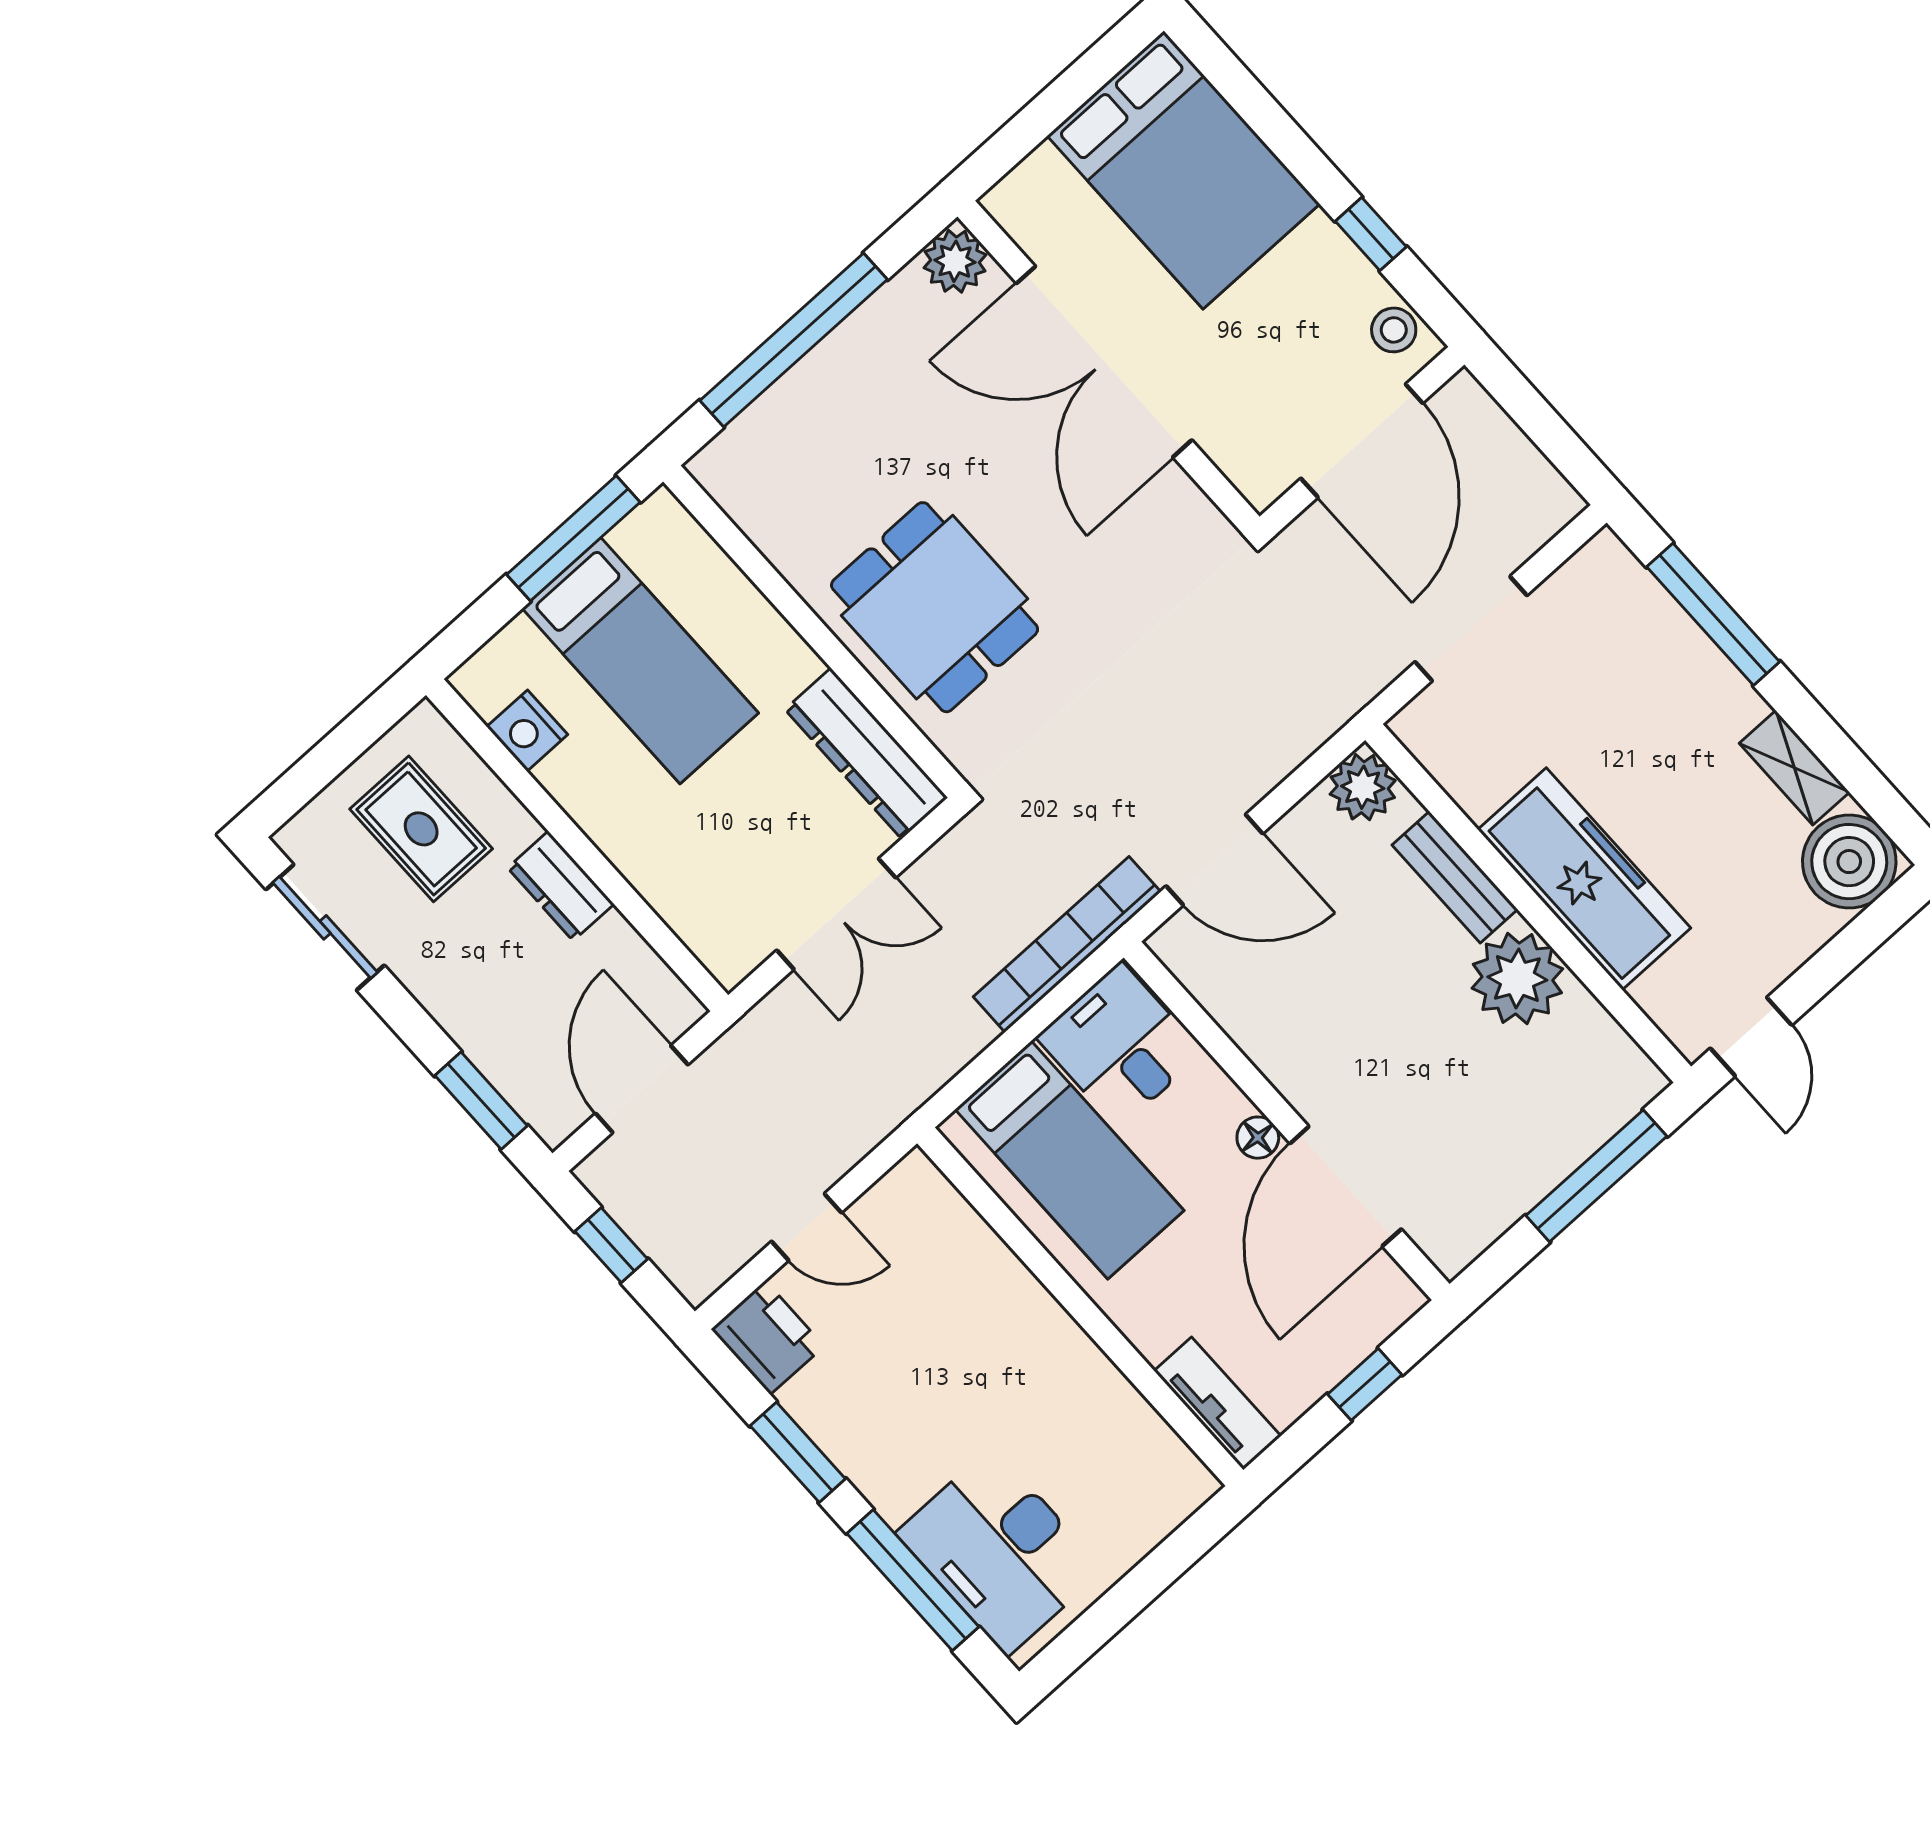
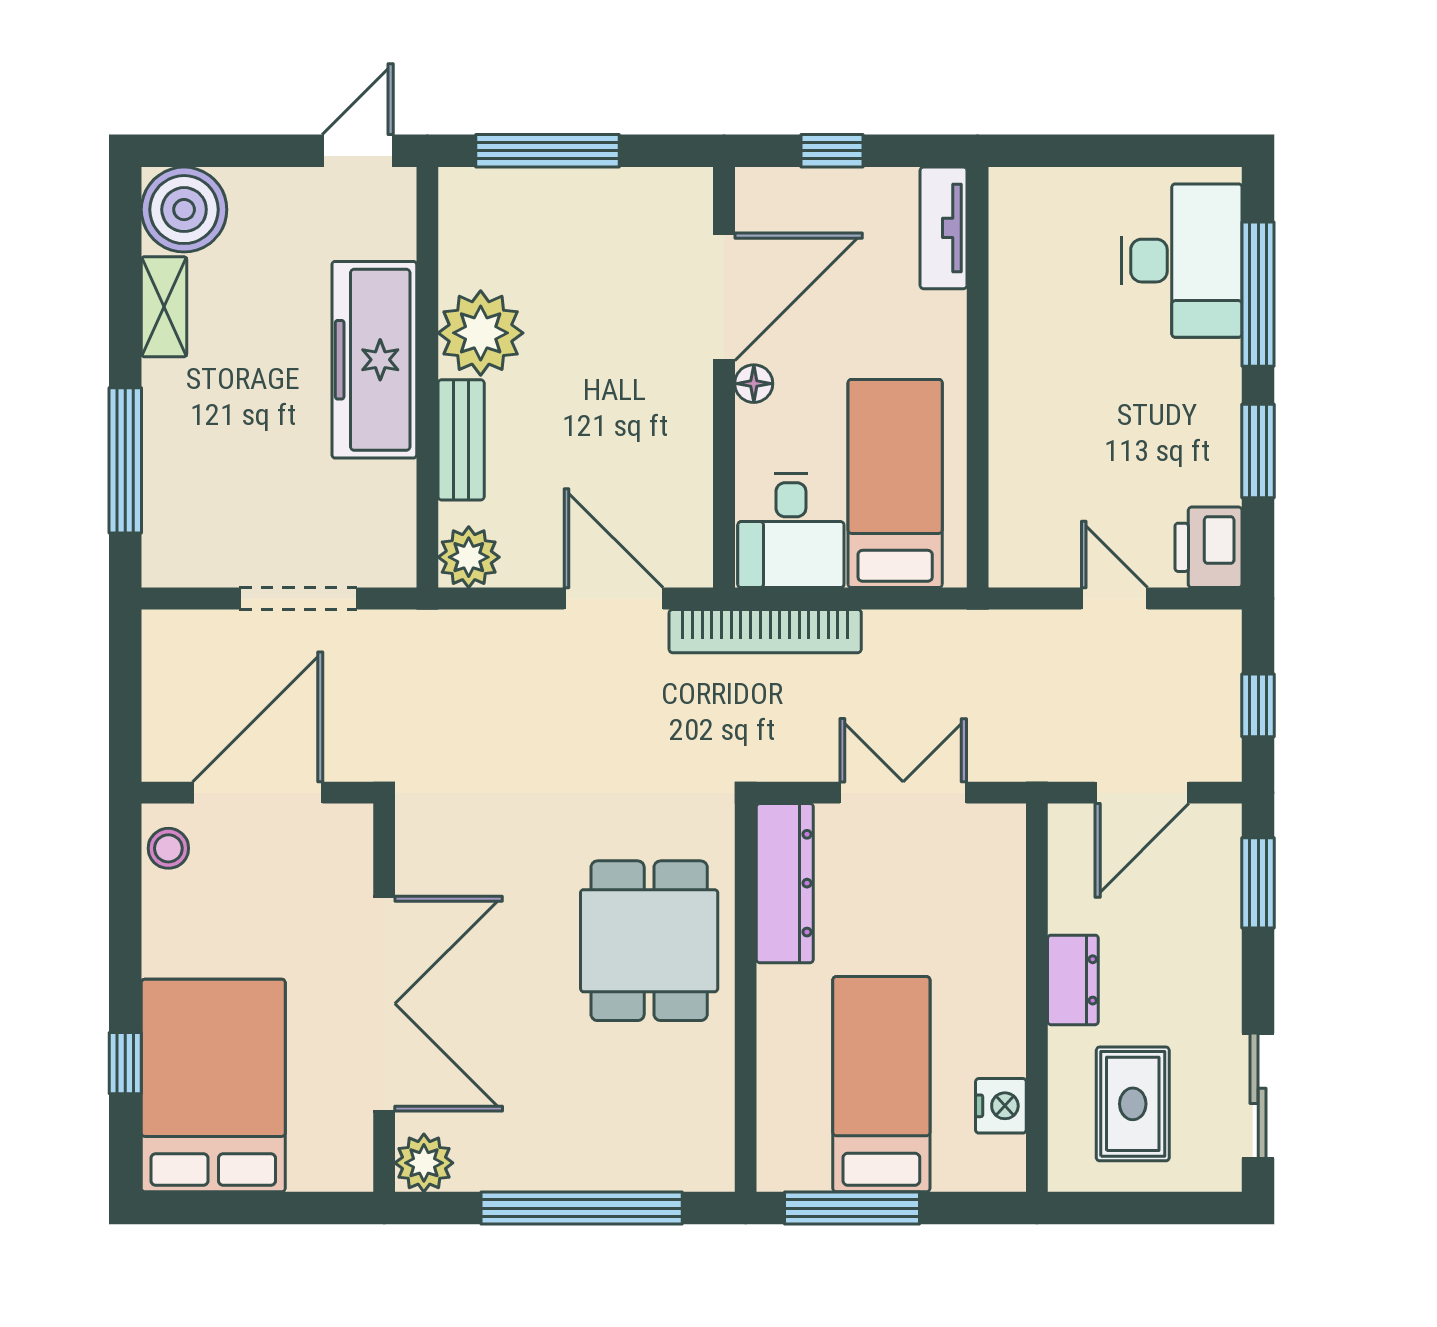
window: (1371, 234) -> (125, 1063), moved

